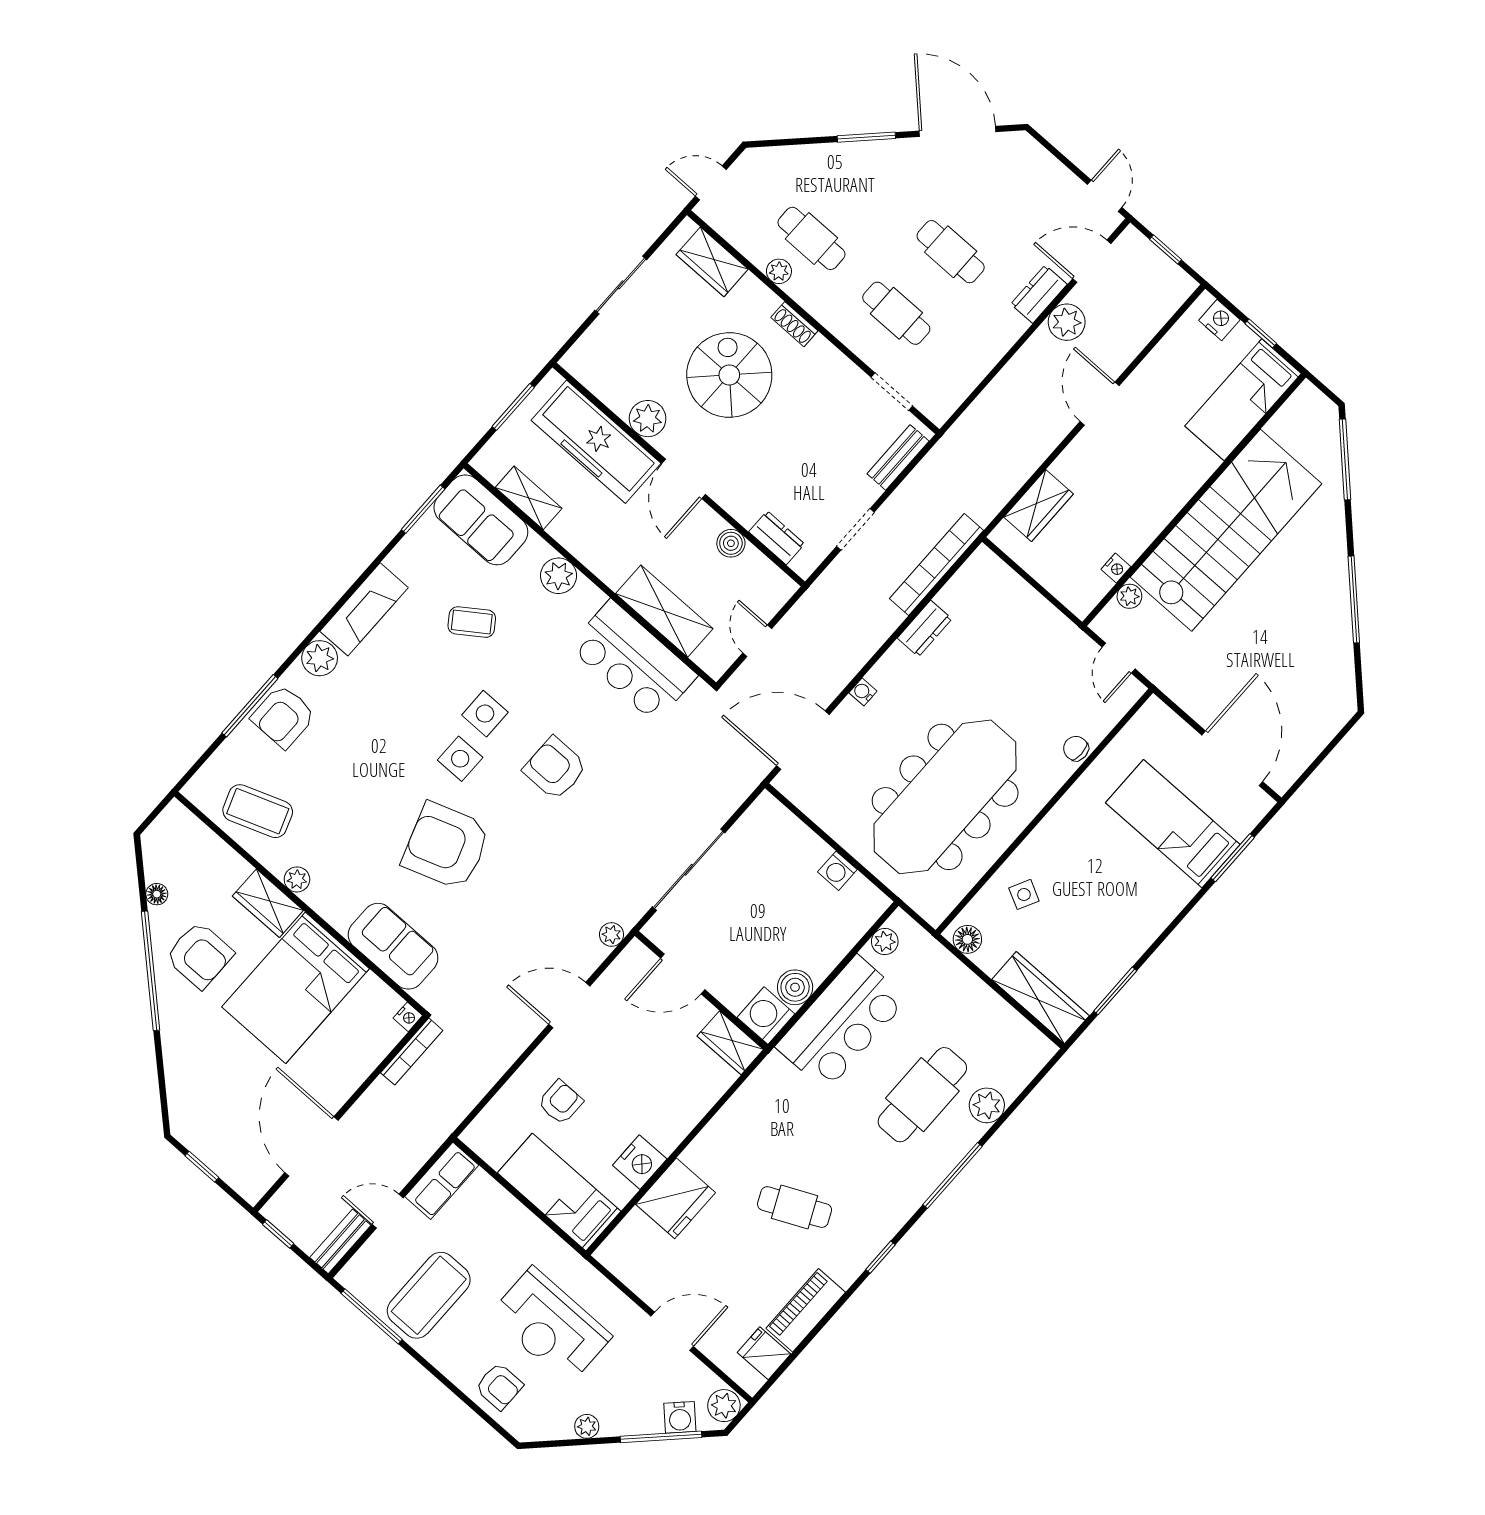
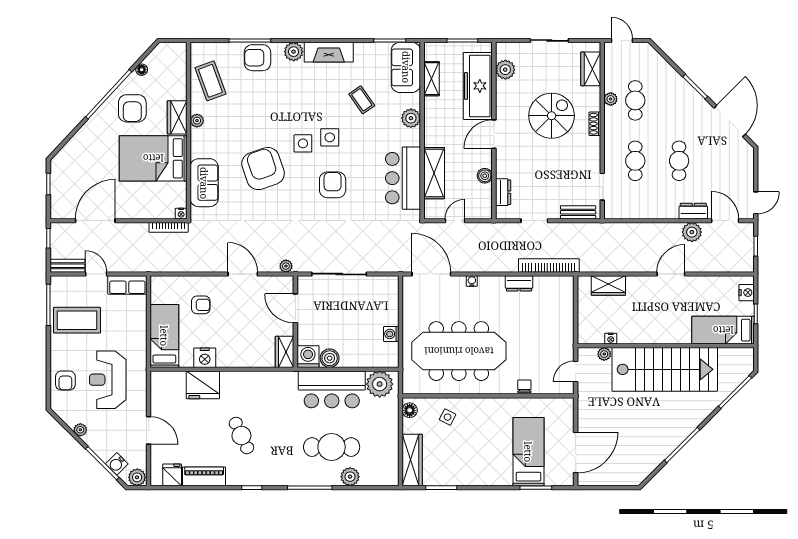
plant: (648, 419) -> (505, 70), moved
plant: (885, 941) -> (380, 384), width x1.88, depth x1.88

